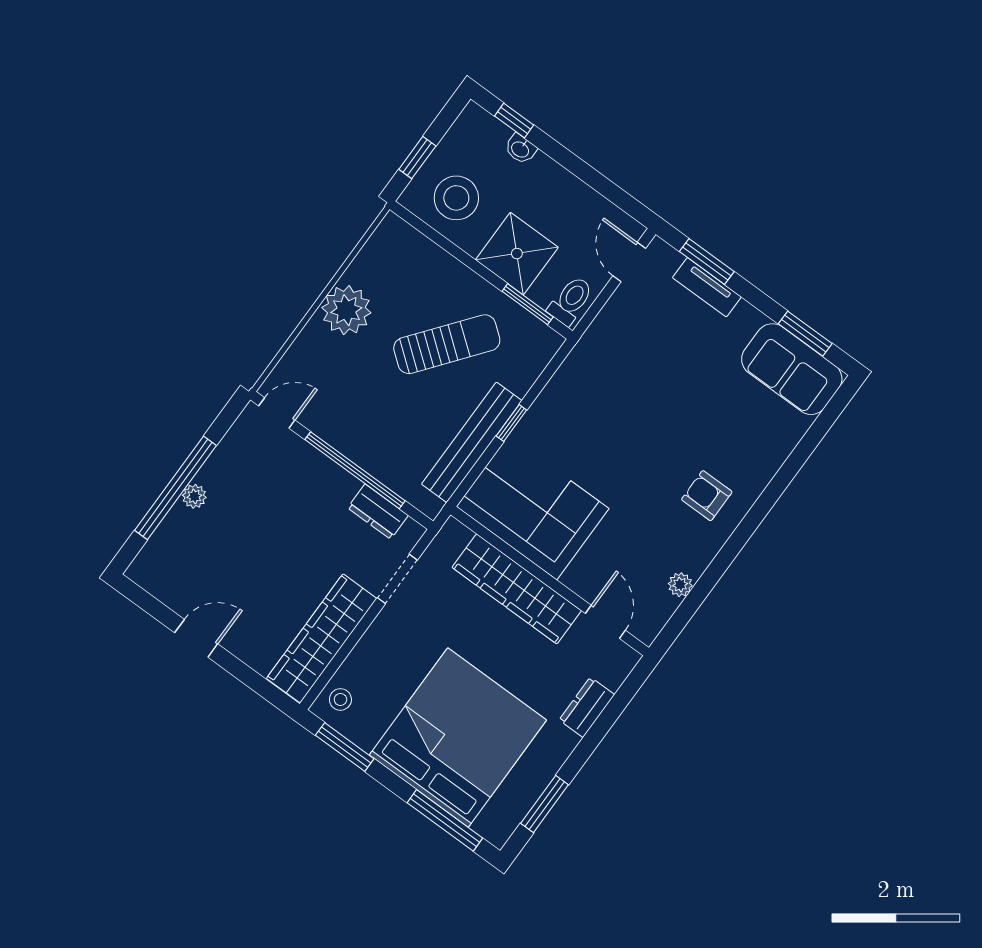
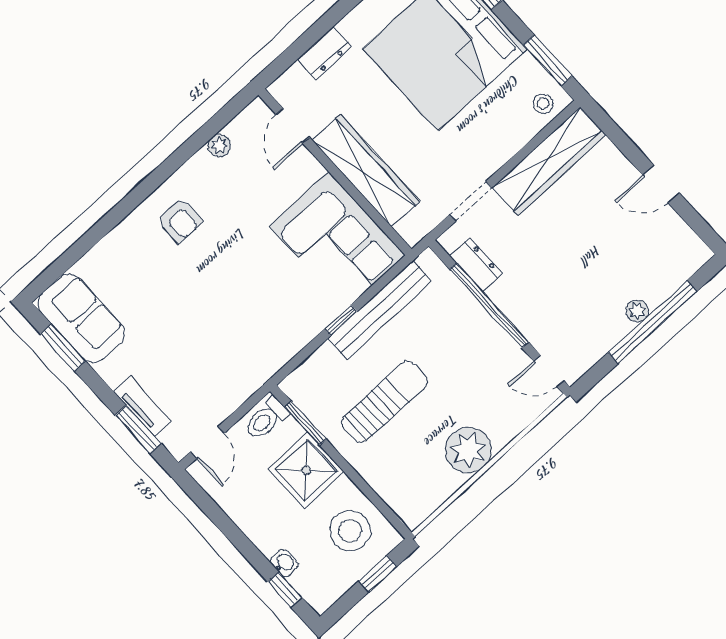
sun lounger: (447, 344) -> (385, 402), turned 142

